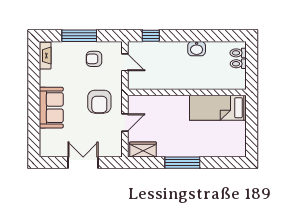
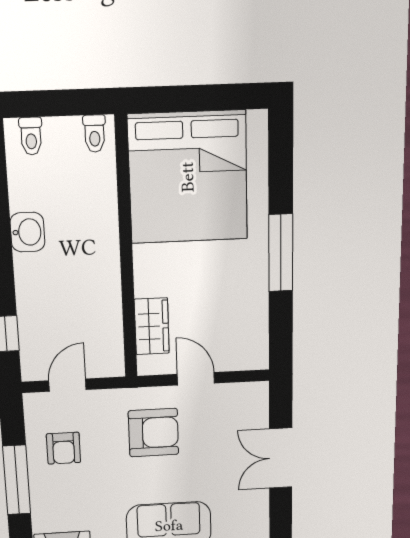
toilet: (238, 64) -> (95, 134), moved
bed: (218, 108) -> (188, 177), width x2.04
wardrobe: (143, 149) -> (152, 326), moved, turned 180

